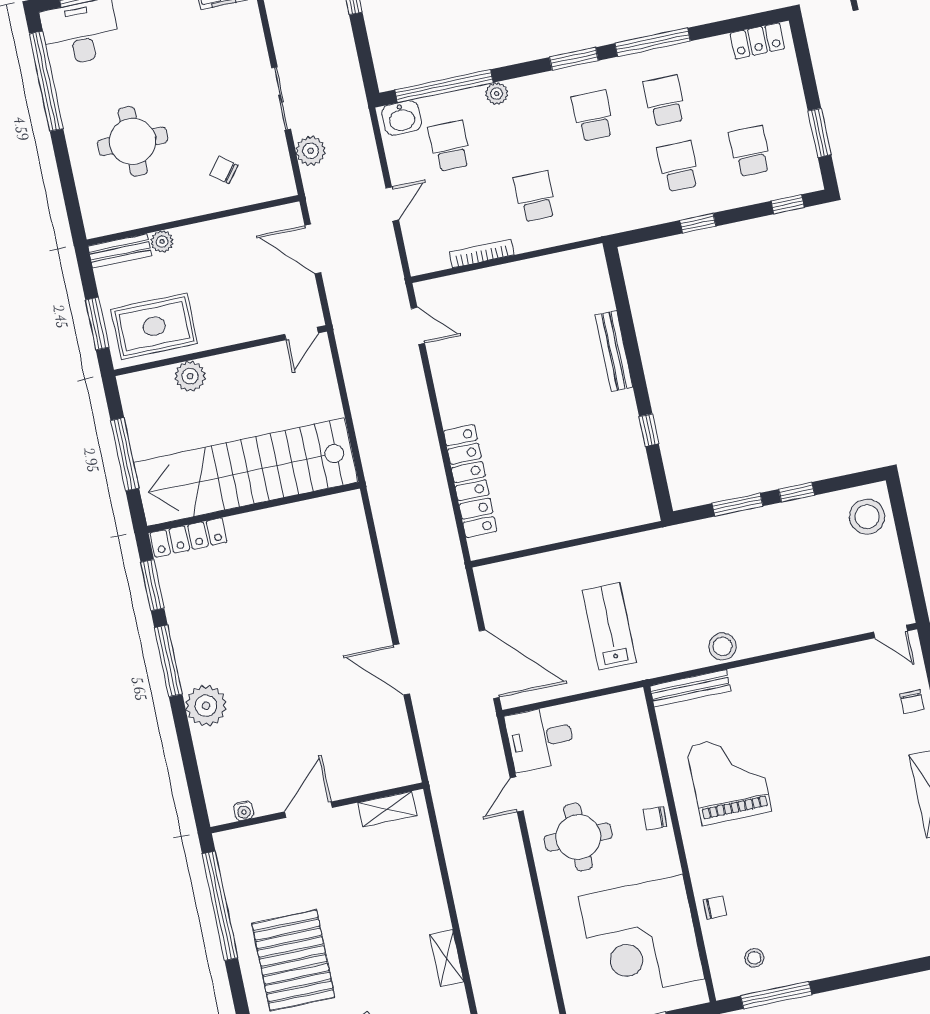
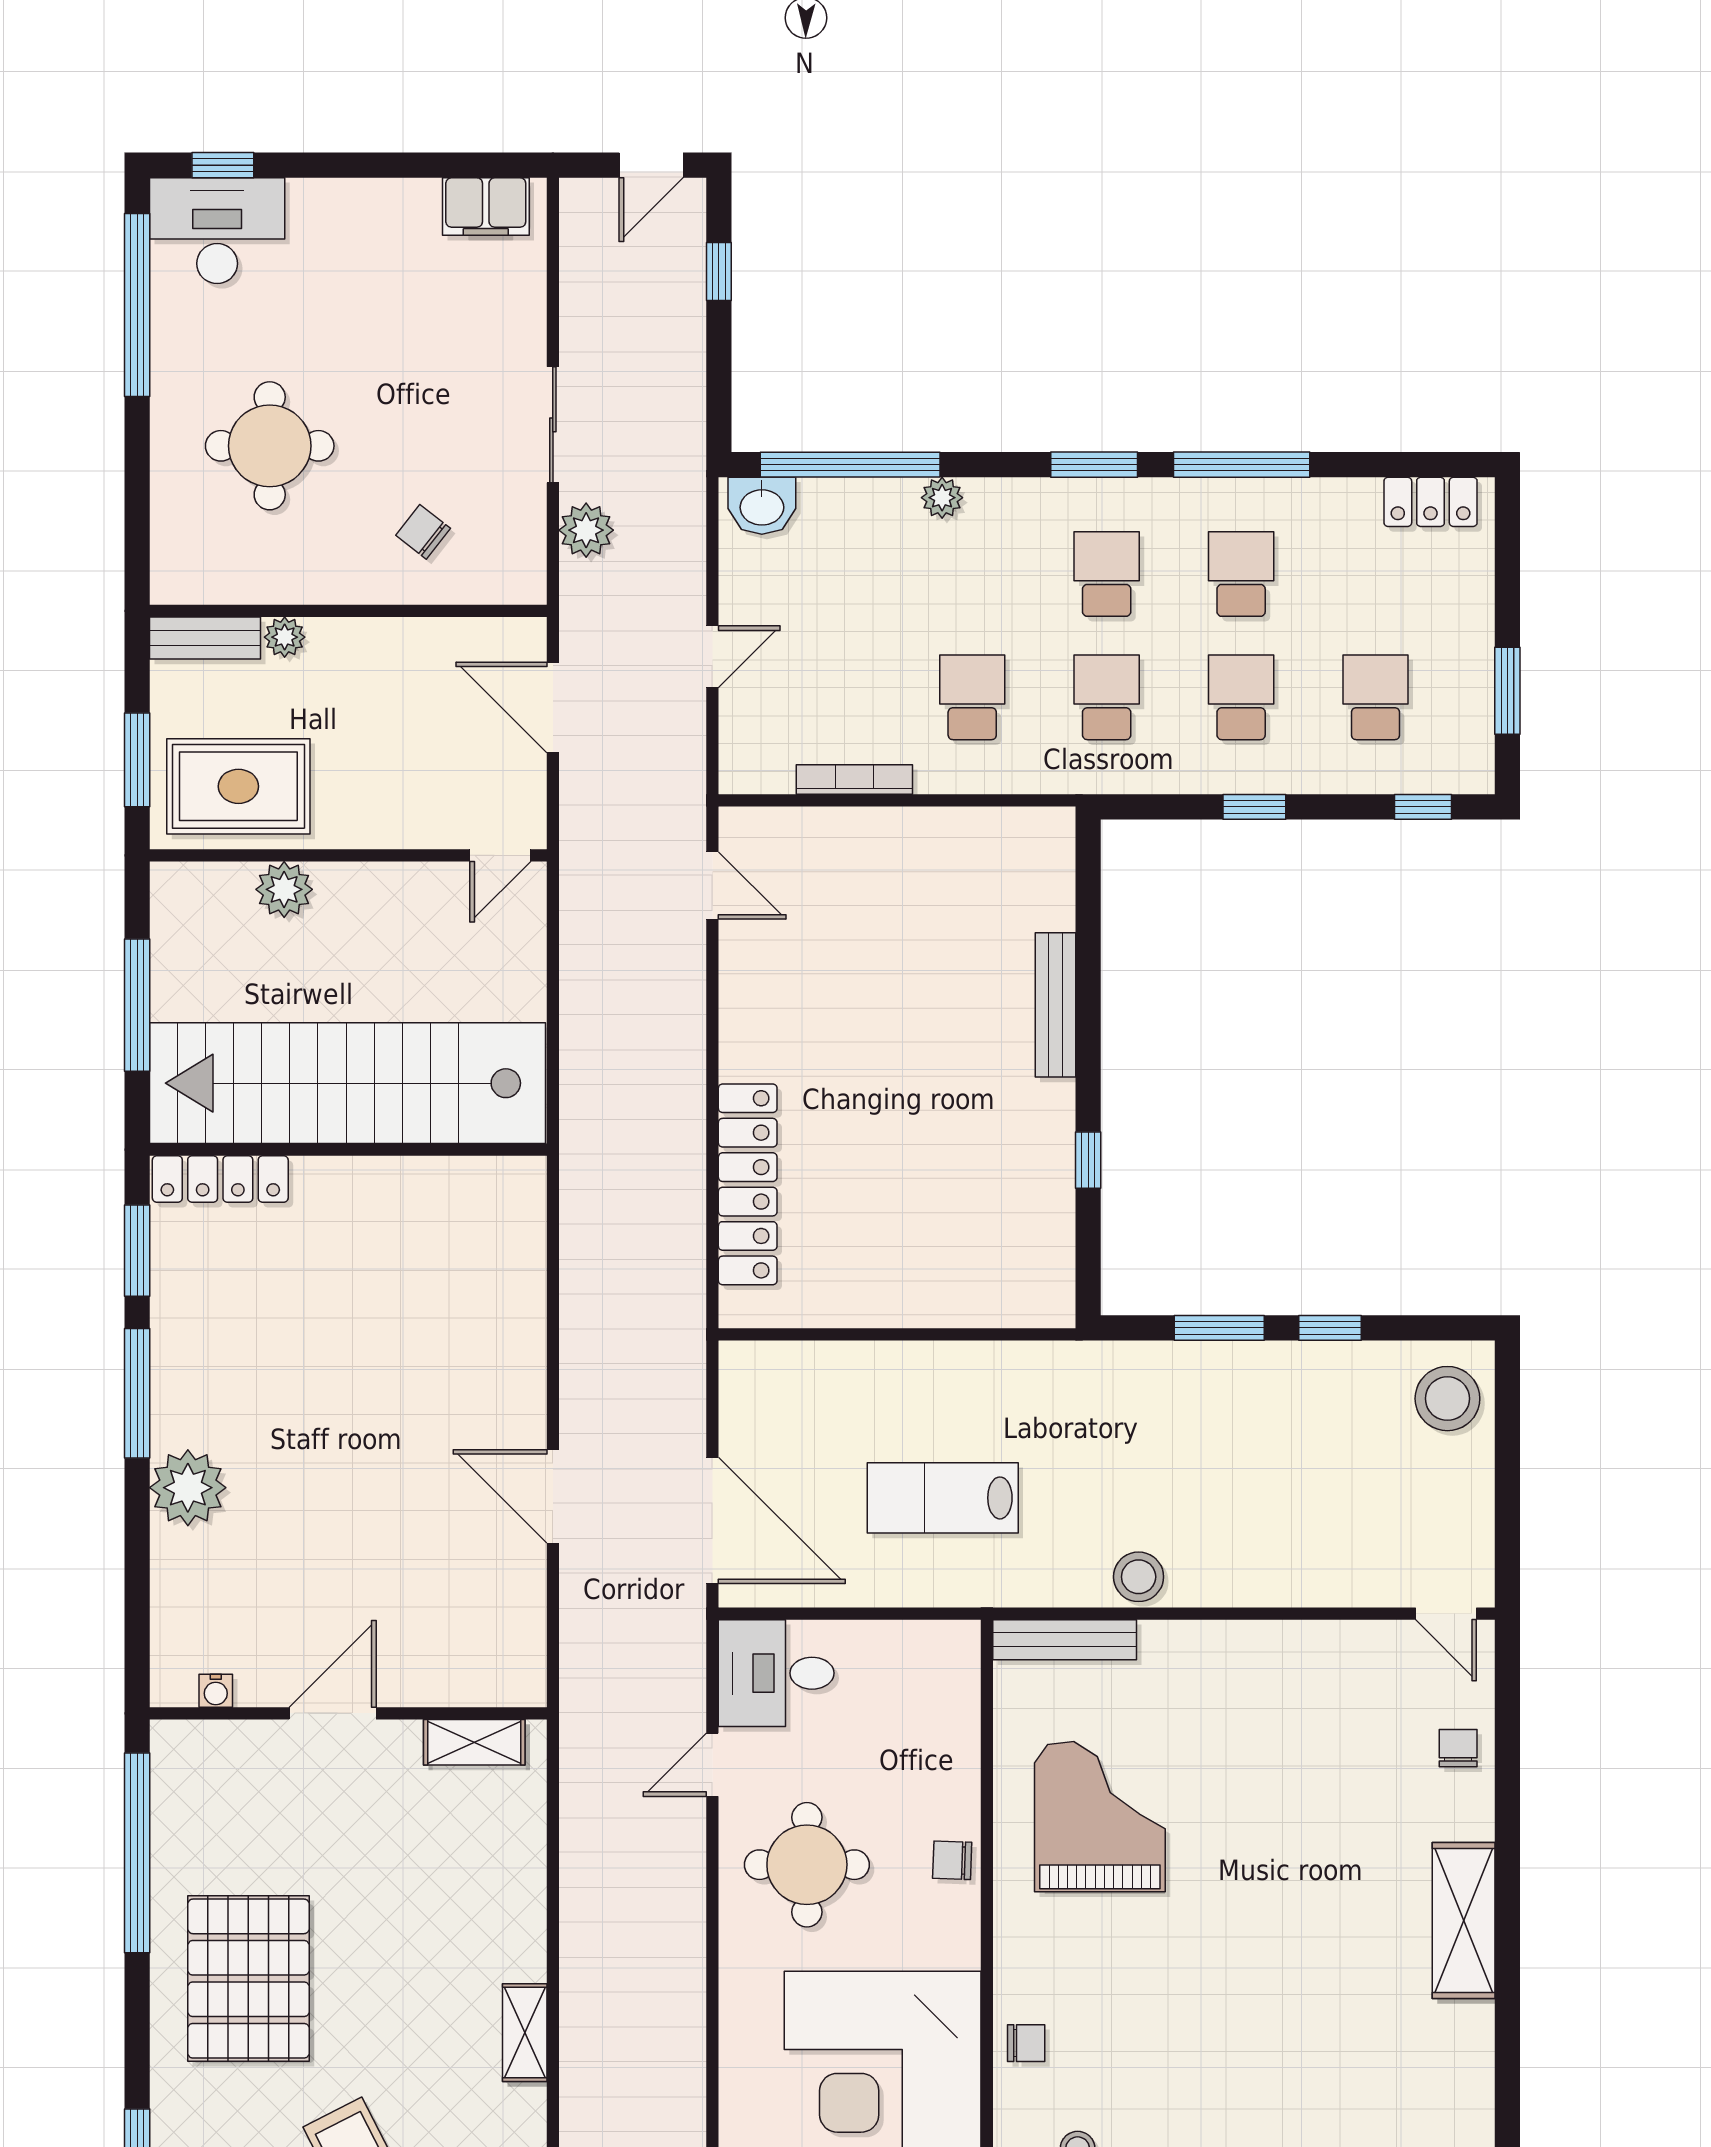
school desk: (450, 146) -> (1107, 697), moved
lab bench: (609, 626) -> (943, 1498), turned -90
chair: (912, 702) -> (1458, 1748), turned 180

